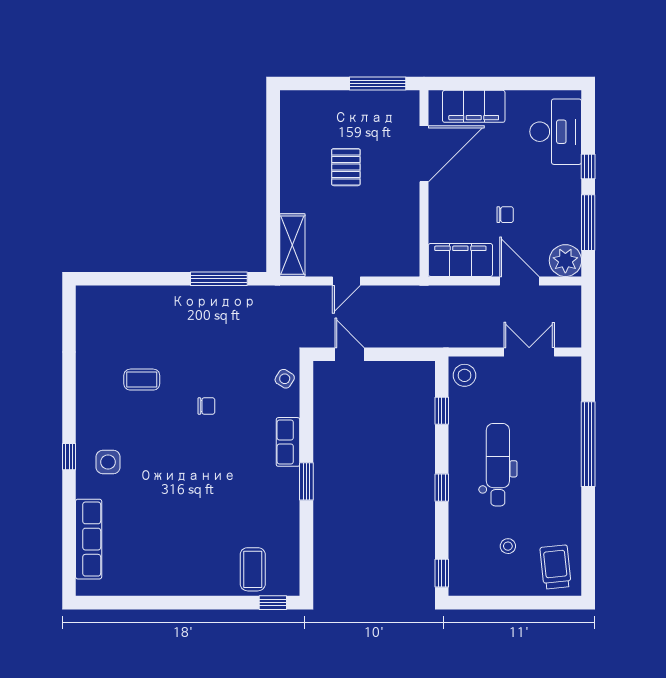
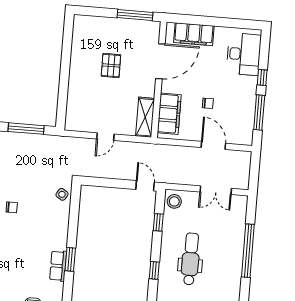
shelving: (292, 245) -> (145, 117), moved
filing cabinet: (460, 260) -> (169, 114), moved, turned 90
plant: (565, 261) -> (243, 135), removed
double door: (529, 352) -> (216, 190), swing flipped
door: (350, 354) -> (145, 186), moved
row of seats: (288, 442) -> (58, 266), moved

